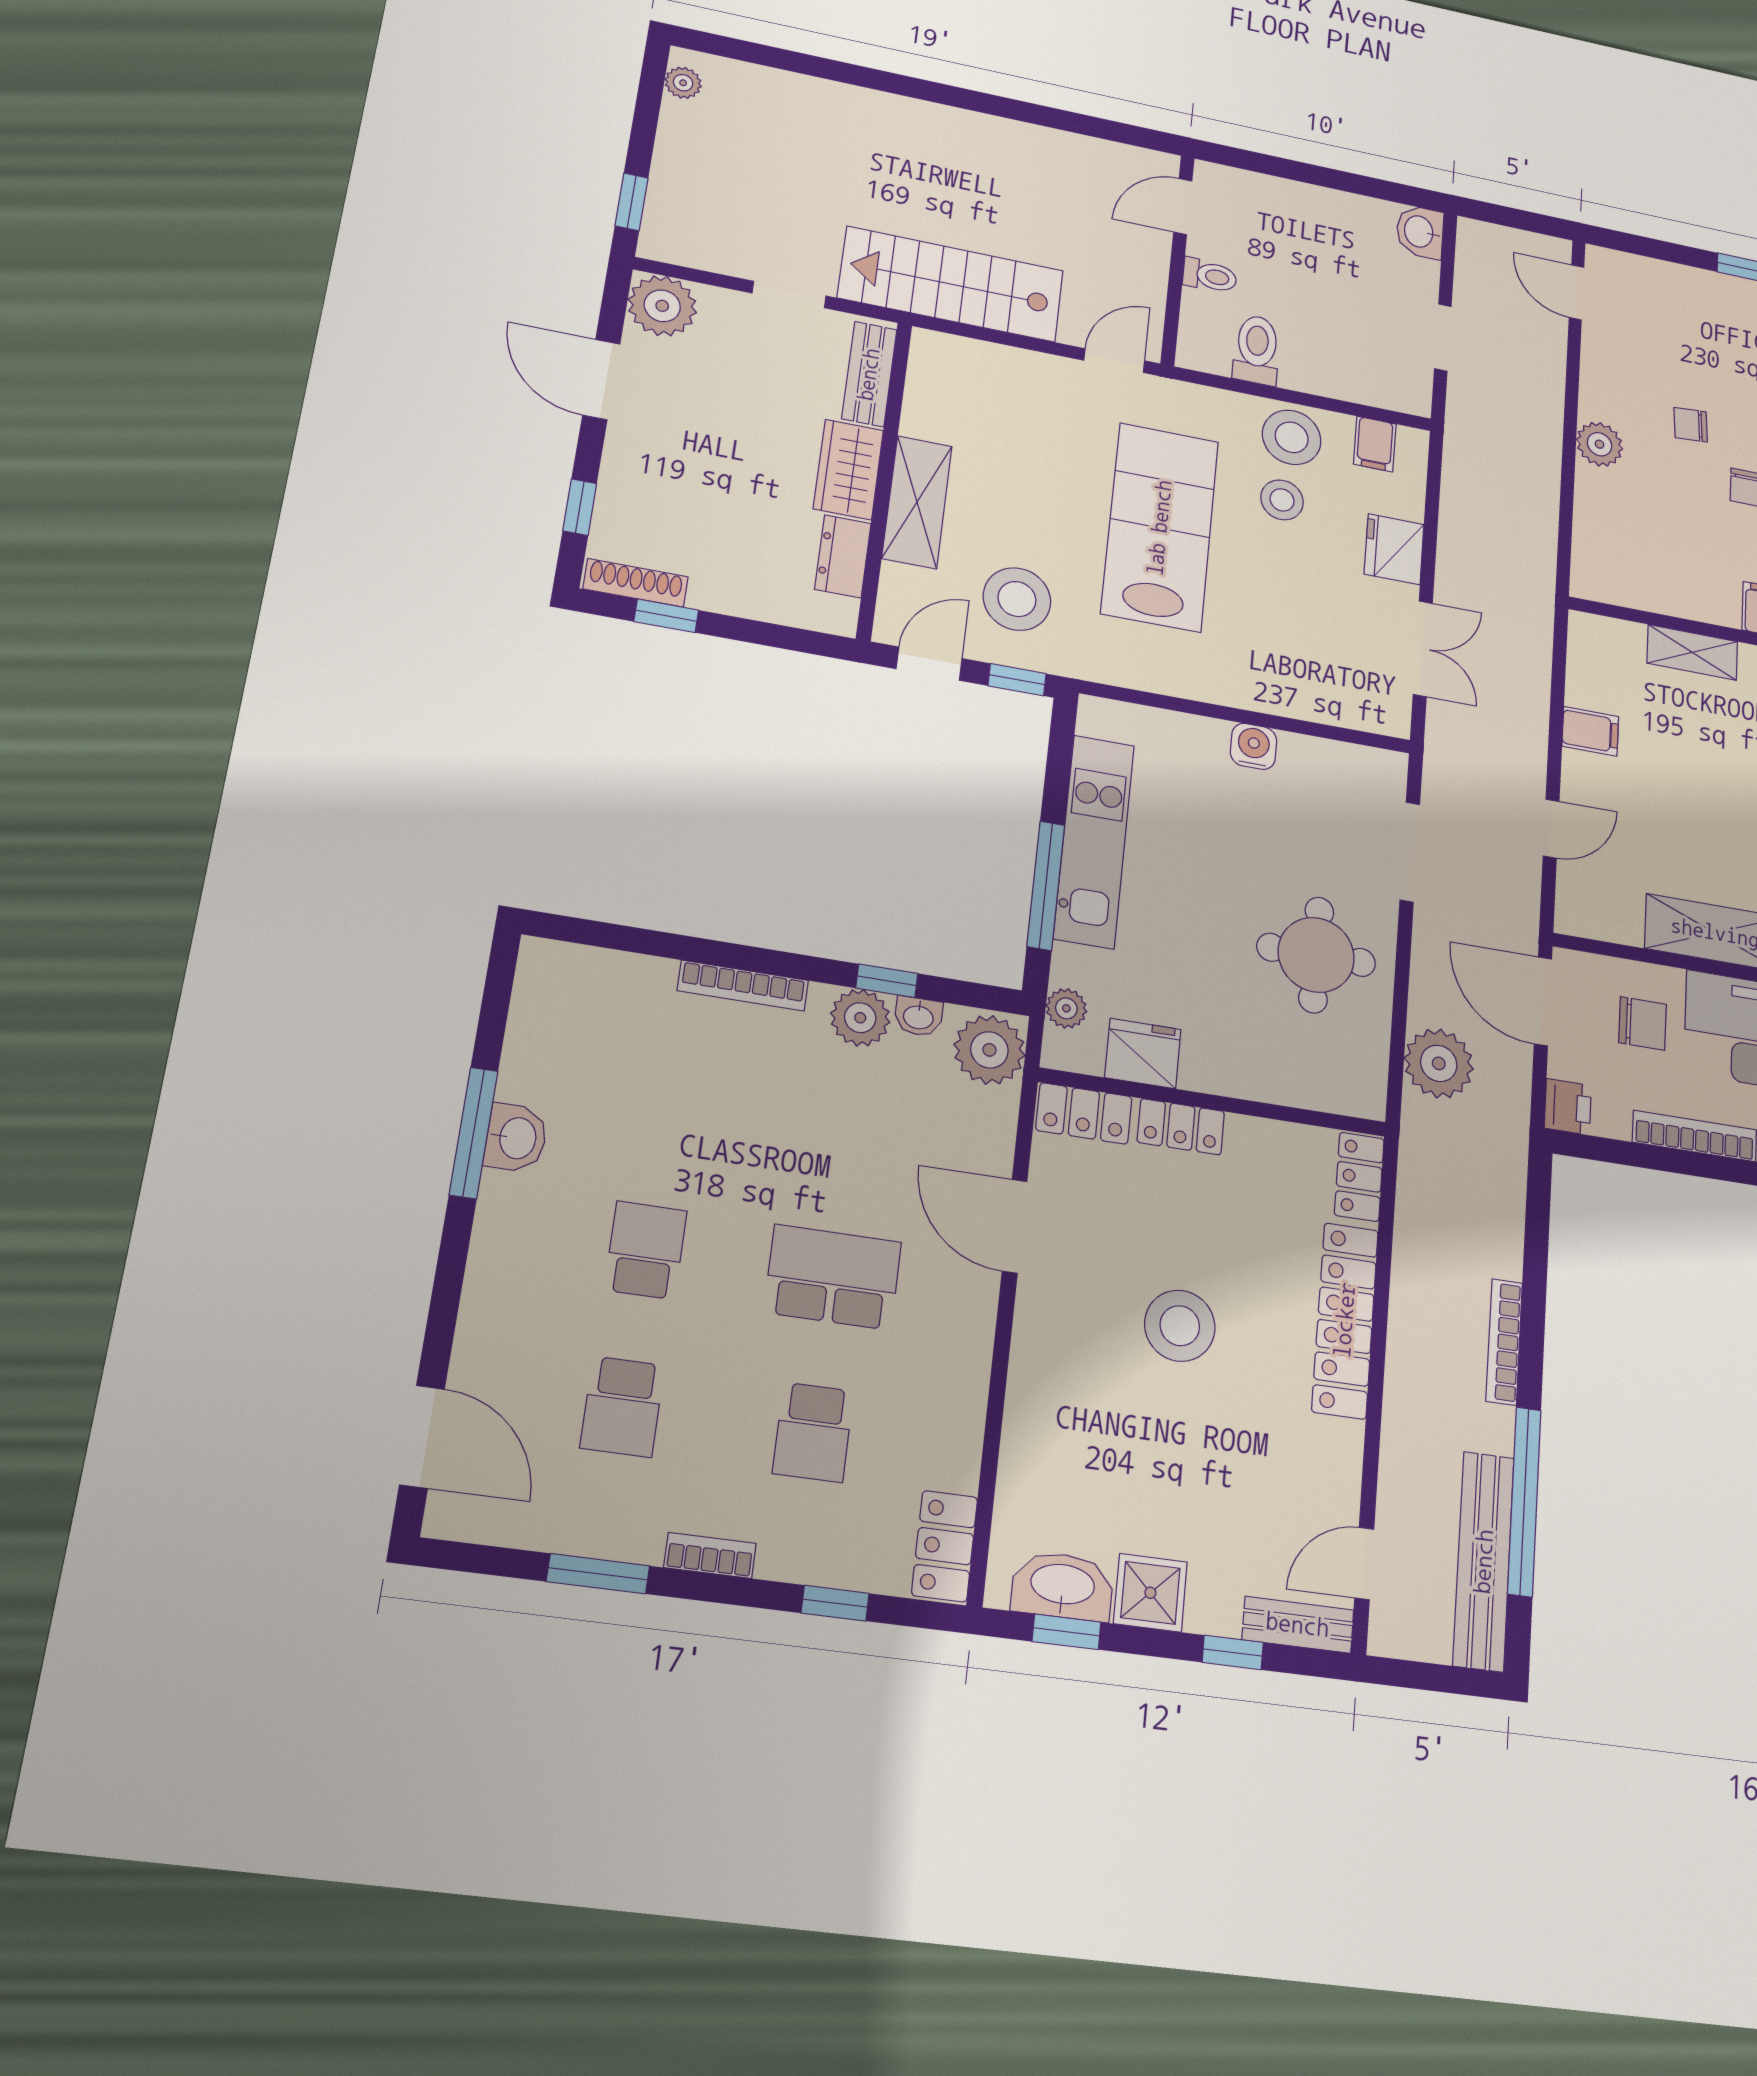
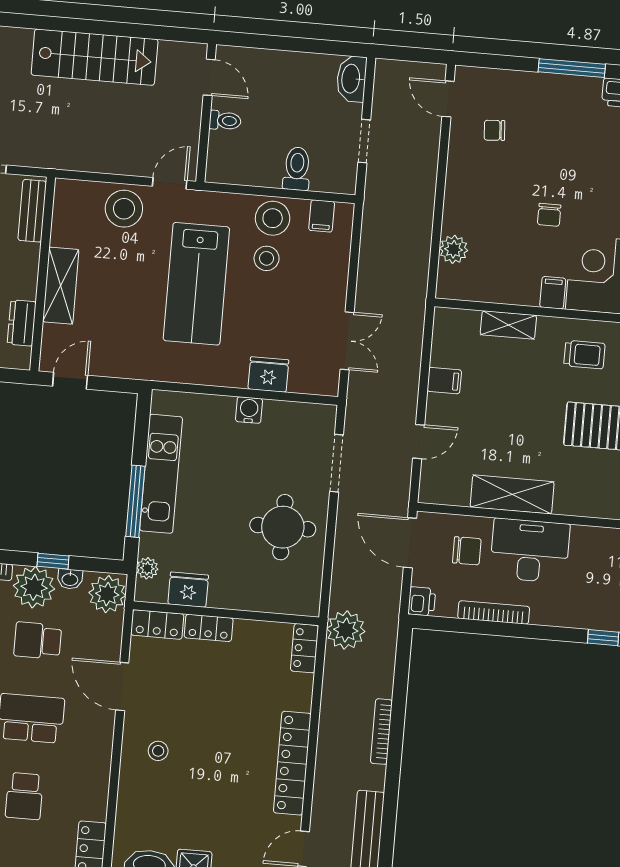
door: (1183, 206) -> (209, 77), swing flipped
washbasin: (1420, 232) -> (352, 79), width x1.38
stairs: (951, 284) -> (95, 57), moved, turned 180
toilet: (1257, 350) -> (297, 169), moved
chair: (1691, 425) -> (495, 130), moved
plant: (1600, 444) -> (454, 249), moved
wardrobe: (848, 469) -> (23, 271), removed
lab bench: (1160, 527) -> (196, 284), turned 180
fridge: (1394, 549) -> (268, 375), moved, turned 90
stool: (1017, 599) -> (124, 209), moved
window: (1017, 680) -> (118, 385), removed
plant: (860, 1018) -> (34, 587), width x1.36, depth x1.36
plant: (1439, 1063) -> (346, 630), moved
school desk: (852, 1127) -> (38, 641), added
locker: (1345, 1320) -> (292, 763), moved
stool: (1180, 1326) -> (158, 751), moved, width x0.53, depth x0.53
window: (1524, 1501) -> (389, 814), removed

